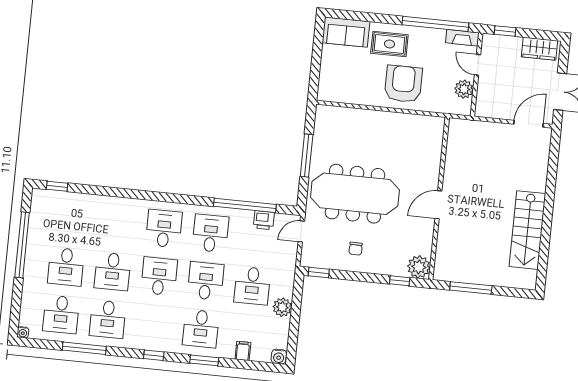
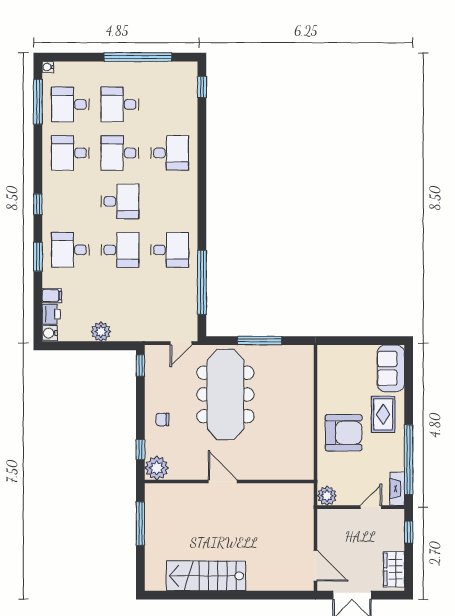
plant: (464, 89) -> (327, 496), moved
printer: (264, 220) -> (51, 314), moved, turned 180
desk: (164, 229) -> (170, 153), moved
door: (301, 231) -> (181, 343), swing flipped
chair: (356, 249) -> (162, 420), moved
desk: (252, 286) -> (120, 298), removed
window: (84, 348) -> (38, 102), moved

